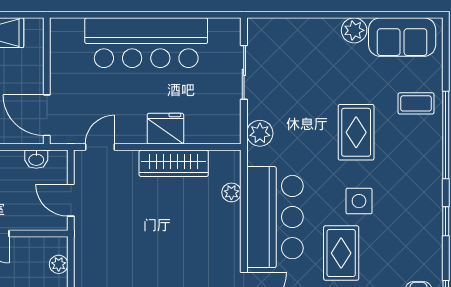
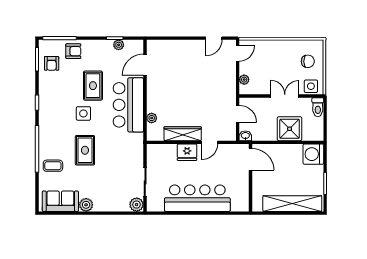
plant: (260, 133) -> (137, 205), moved
door: (100, 147) -> (210, 142), moved
washbasin: (36, 159) -> (245, 136), moved

